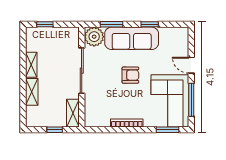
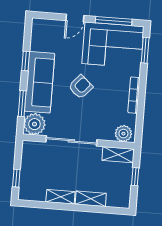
armchair: (130, 75) -> (81, 87), turned 41
plant: (92, 116) -> (123, 134), added

